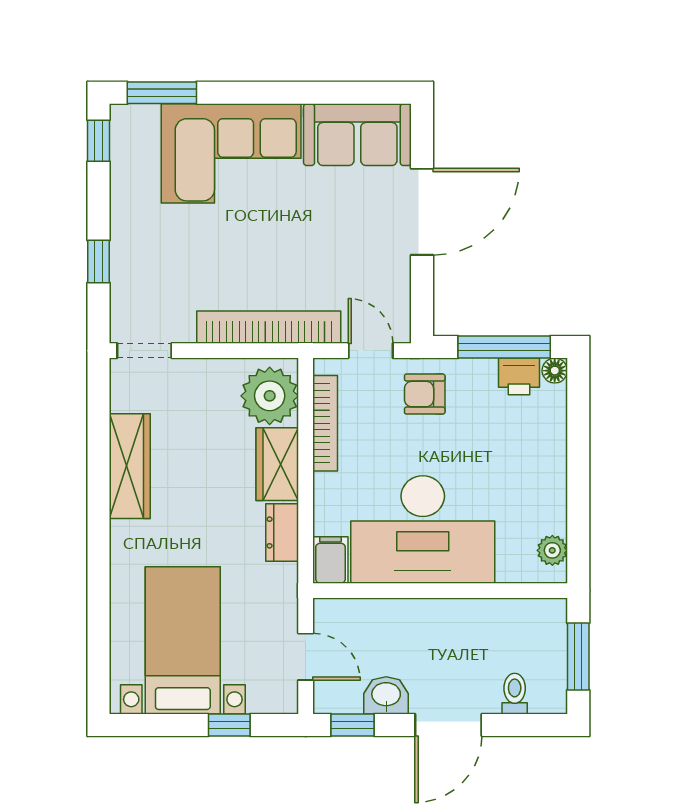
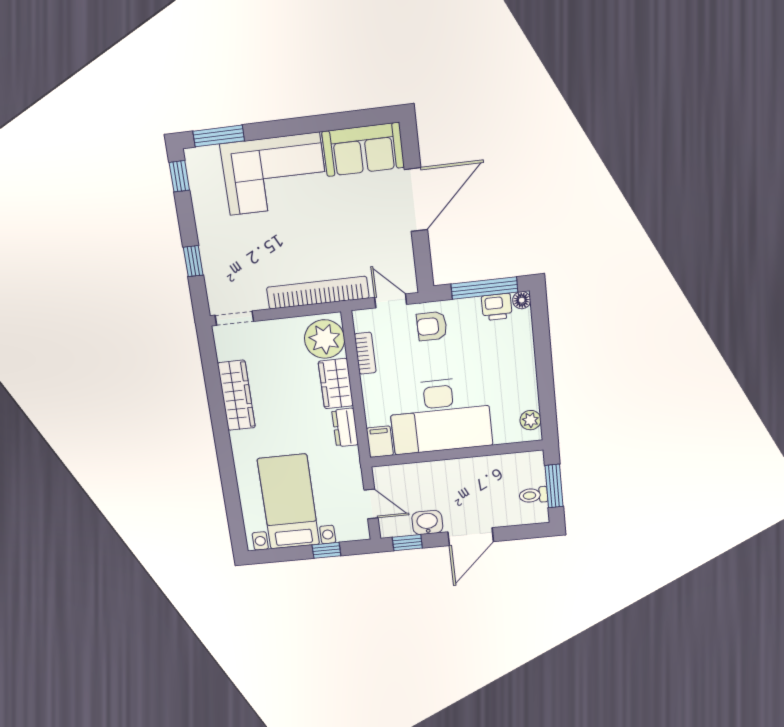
bookcase: (325, 423) -> (365, 353), width x0.64
toilet: (515, 694) -> (533, 495), moved, turned -90

